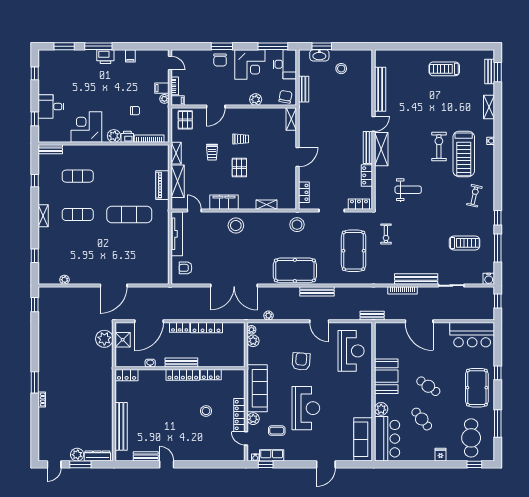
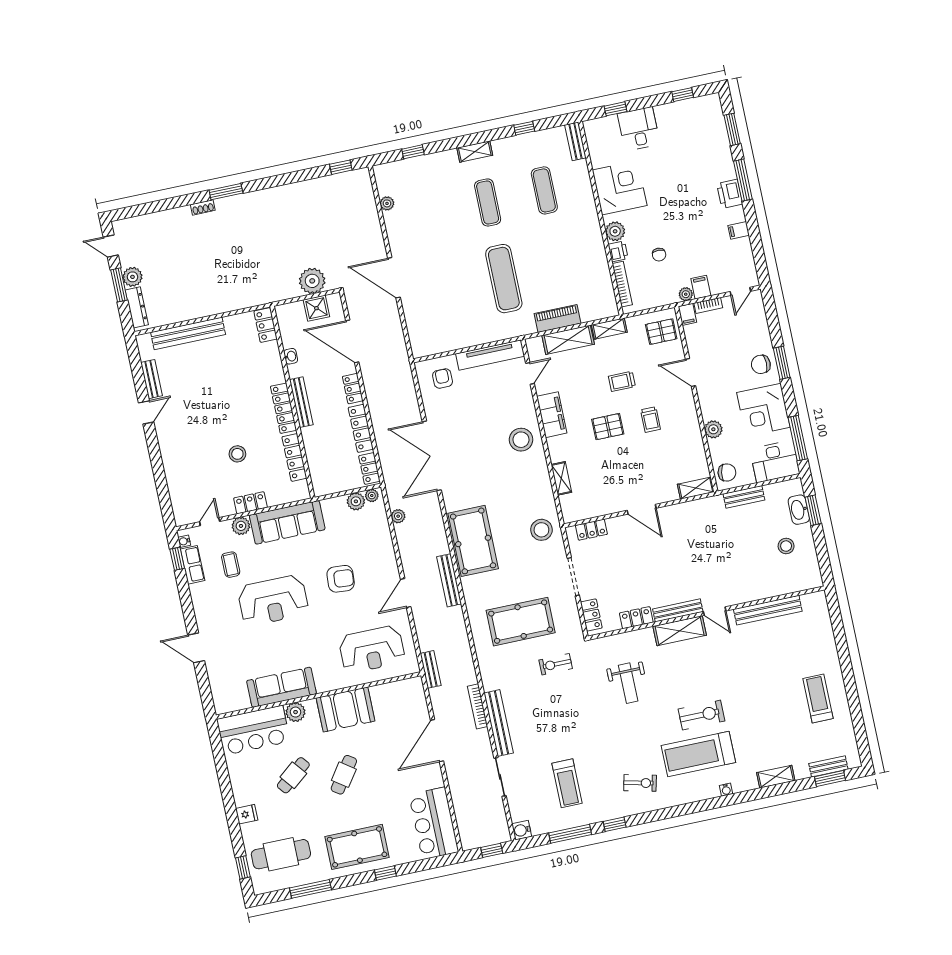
locker: (234, 328) -> (369, 469), added
locker: (211, 375) -> (294, 457), width x1.53
locker: (239, 415) -> (250, 503), width x0.66
sofa: (363, 439) -> (282, 687), moved

